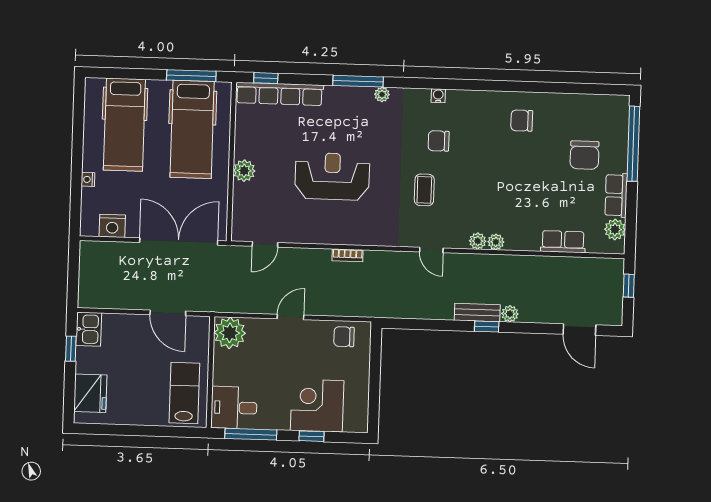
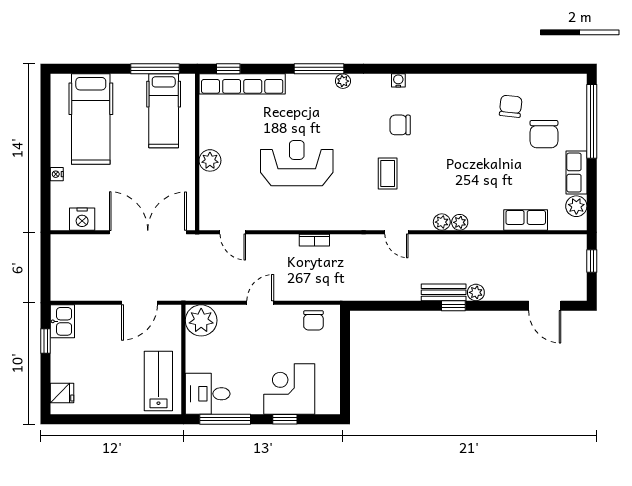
chair: (522, 121) -> (511, 106), moved, turned 96
hospital bed: (192, 129) -> (164, 111), width x0.73, depth x0.78
door: (265, 244) -> (233, 232), hinge flipped
door: (168, 313) -> (140, 303), hinge flipped
chair: (344, 337) -> (313, 320), turned -90
fridge: (90, 393) -> (62, 393), width x0.53, depth x0.75

